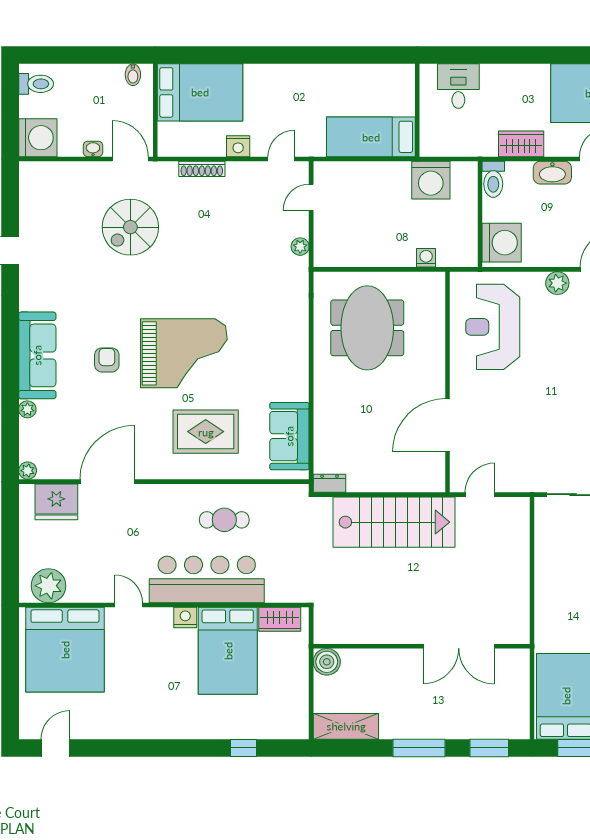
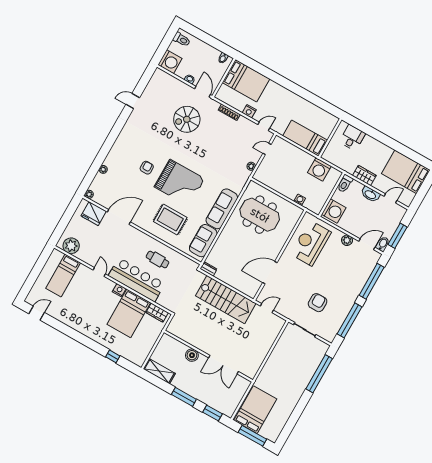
meeting table: (367, 328) -> (260, 215), turned 90
sofa: (37, 355) -> (222, 209), moved, turned 180
armchair: (568, 431) -> (318, 303), added
bed: (65, 650) -> (63, 275), width x0.49
boiler: (327, 662) -> (192, 355), moved

